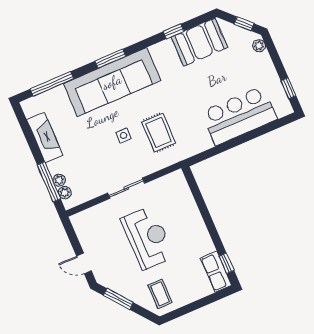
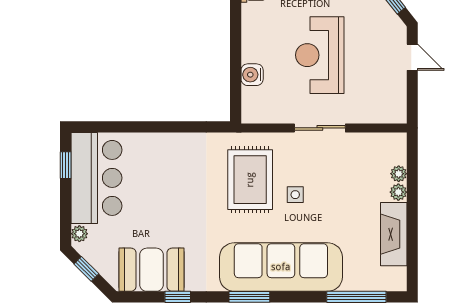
window: (110, 59) -> (249, 297), moved
bar counter: (239, 116) -> (96, 178), moved, turned -90
rug: (159, 133) -> (250, 180), width x1.36, depth x1.43
window: (49, 182) -> (412, 177), removed
plant: (65, 193) -> (398, 192), moved
water cooler: (188, 205) -> (252, 75), added

